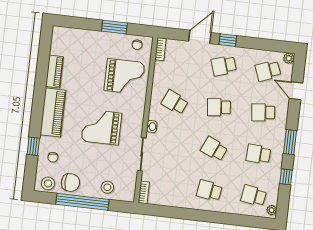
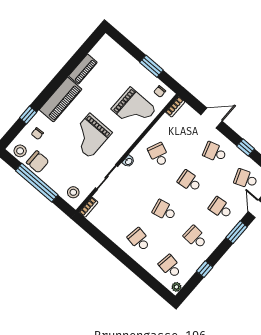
window: (228, 40) -> (246, 148), moved
grand piano: (101, 127) -> (90, 136), turned -90
window: (290, 142) -> (237, 232), moved
school desk: (214, 149) -> (164, 211), turned -36
stool: (107, 187) -> (73, 192), moved

